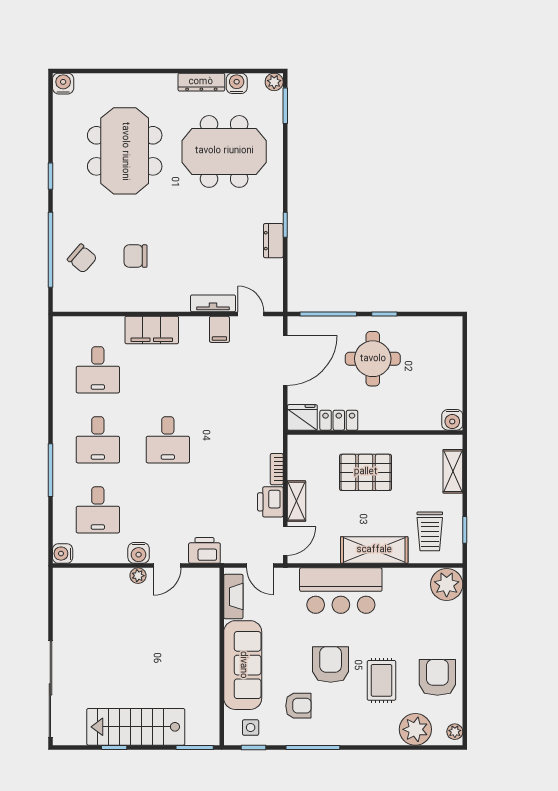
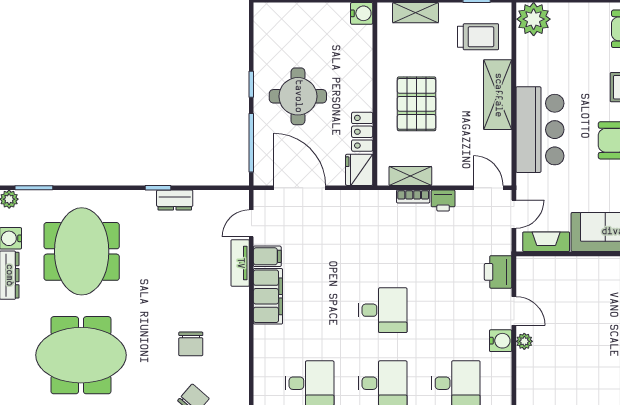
filing cabinet: (152, 330) -> (268, 296), moved
shelving: (296, 501) -> (410, 176), moved
printer: (270, 502) -> (443, 201), width x0.73, depth x0.81

